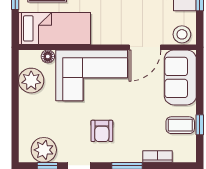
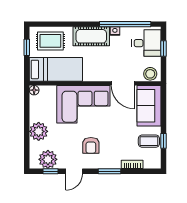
door: (145, 47) -> (123, 83), hinge flipped
floor lamp: (48, 56) -> (34, 90), moved
plant: (31, 81) -> (39, 131), moved

